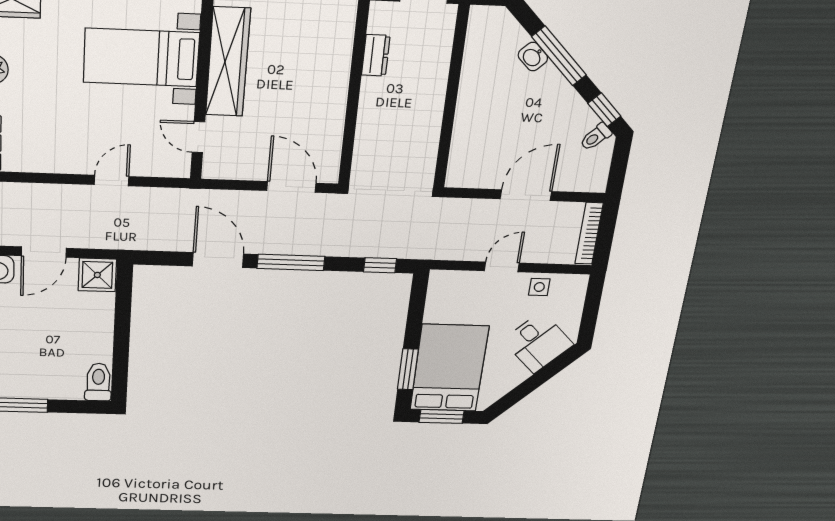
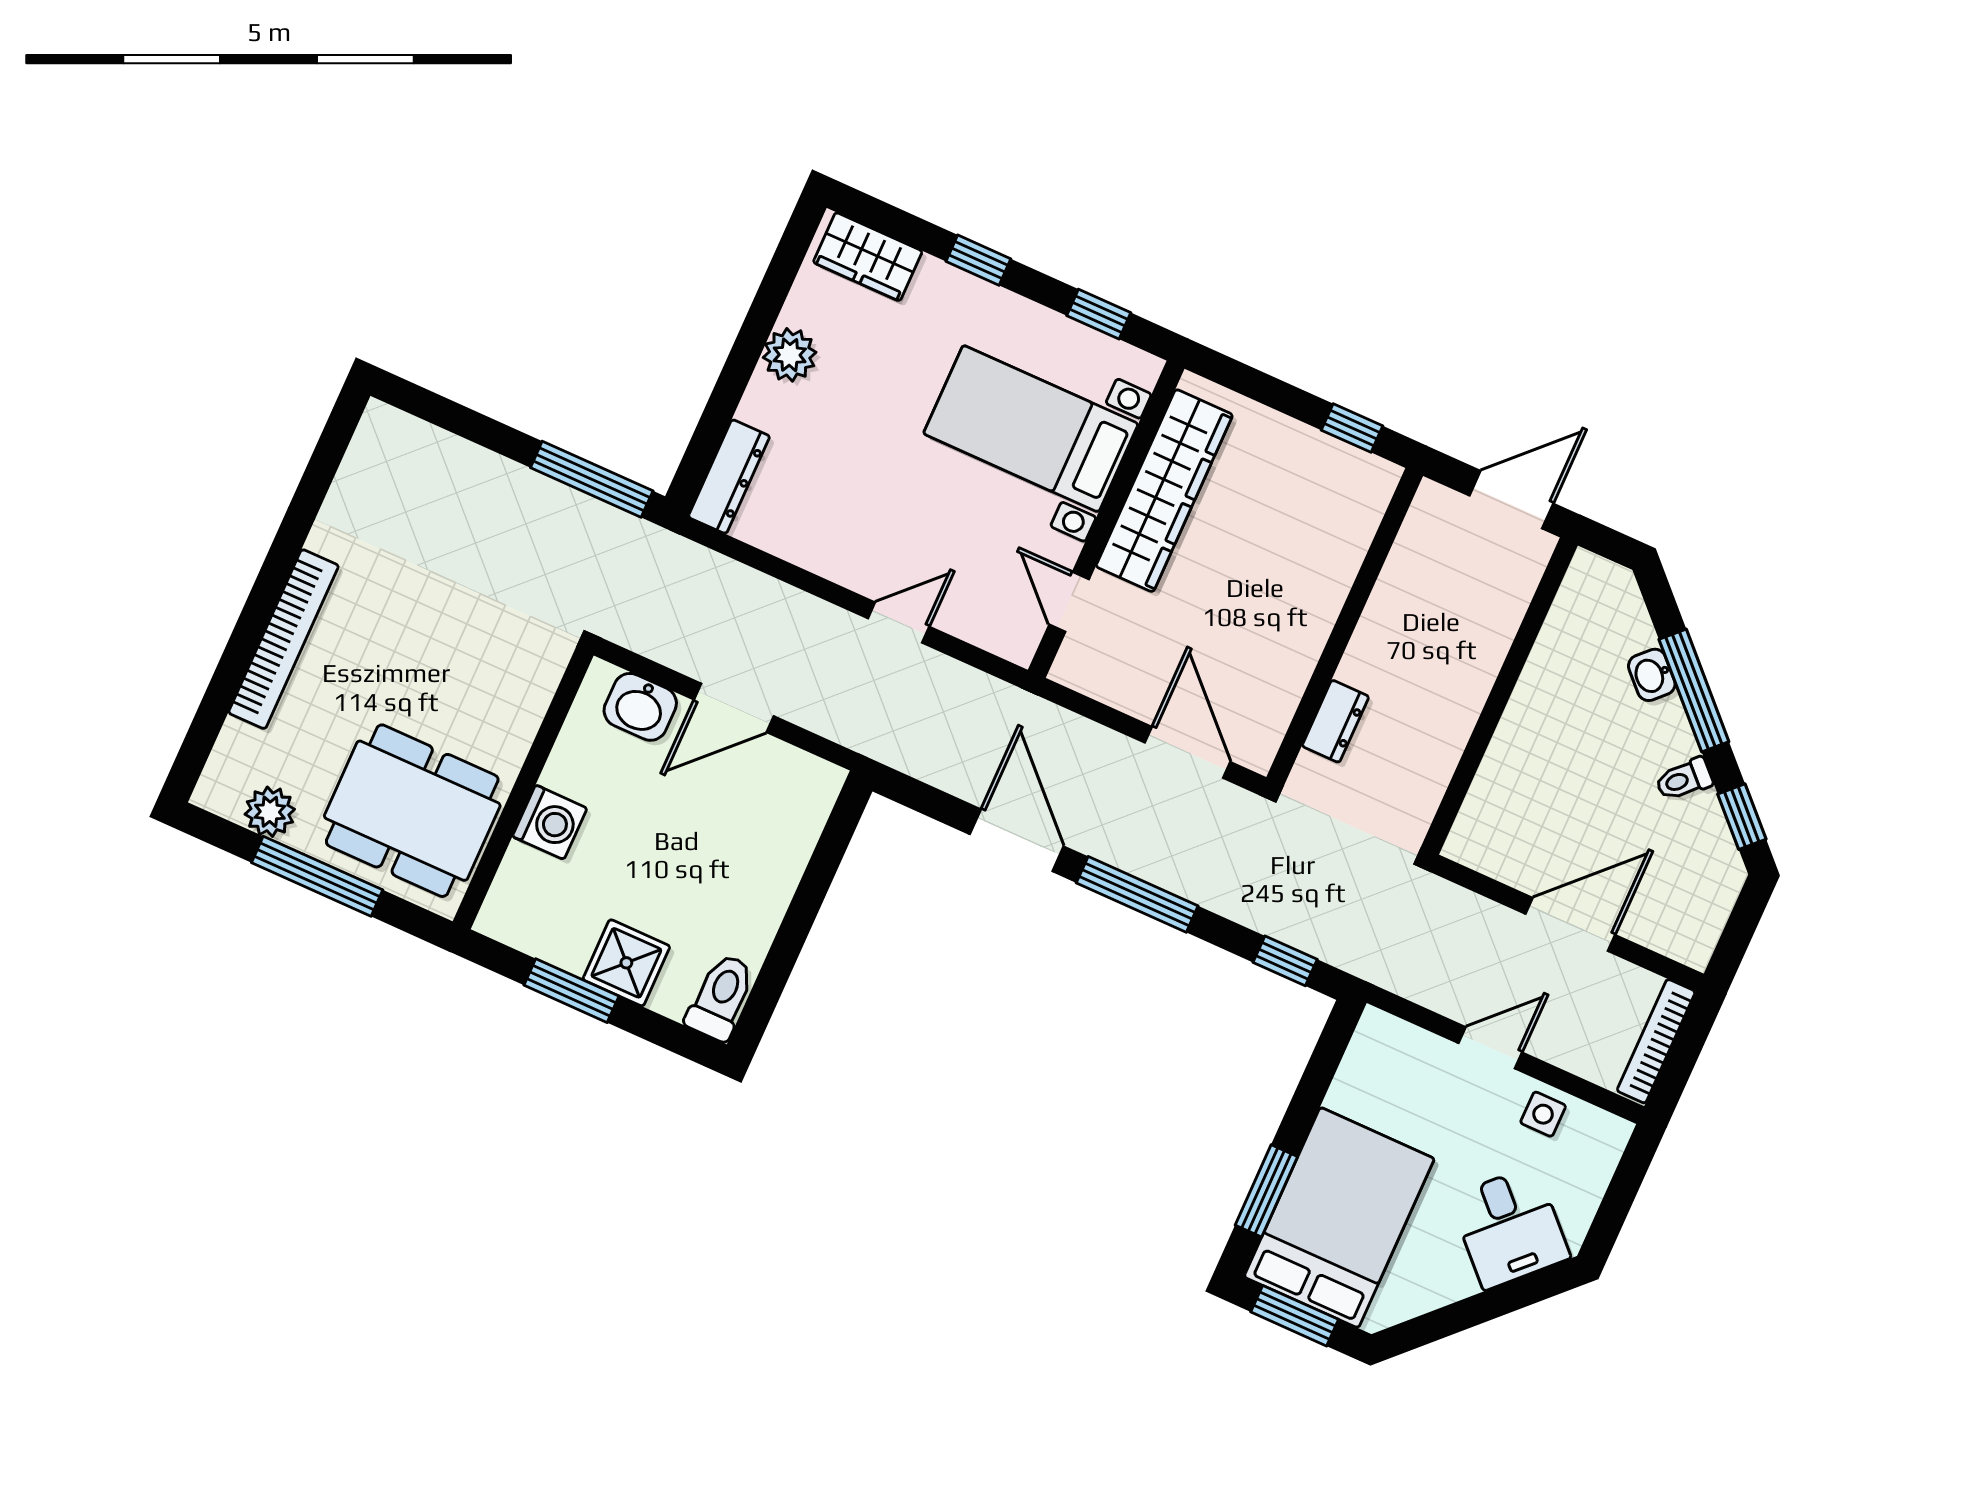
dresser: (376, 55) -> (1335, 721), moved
toilet: (596, 137) -> (1684, 779), moved
shower: (97, 275) -> (626, 963), moved

